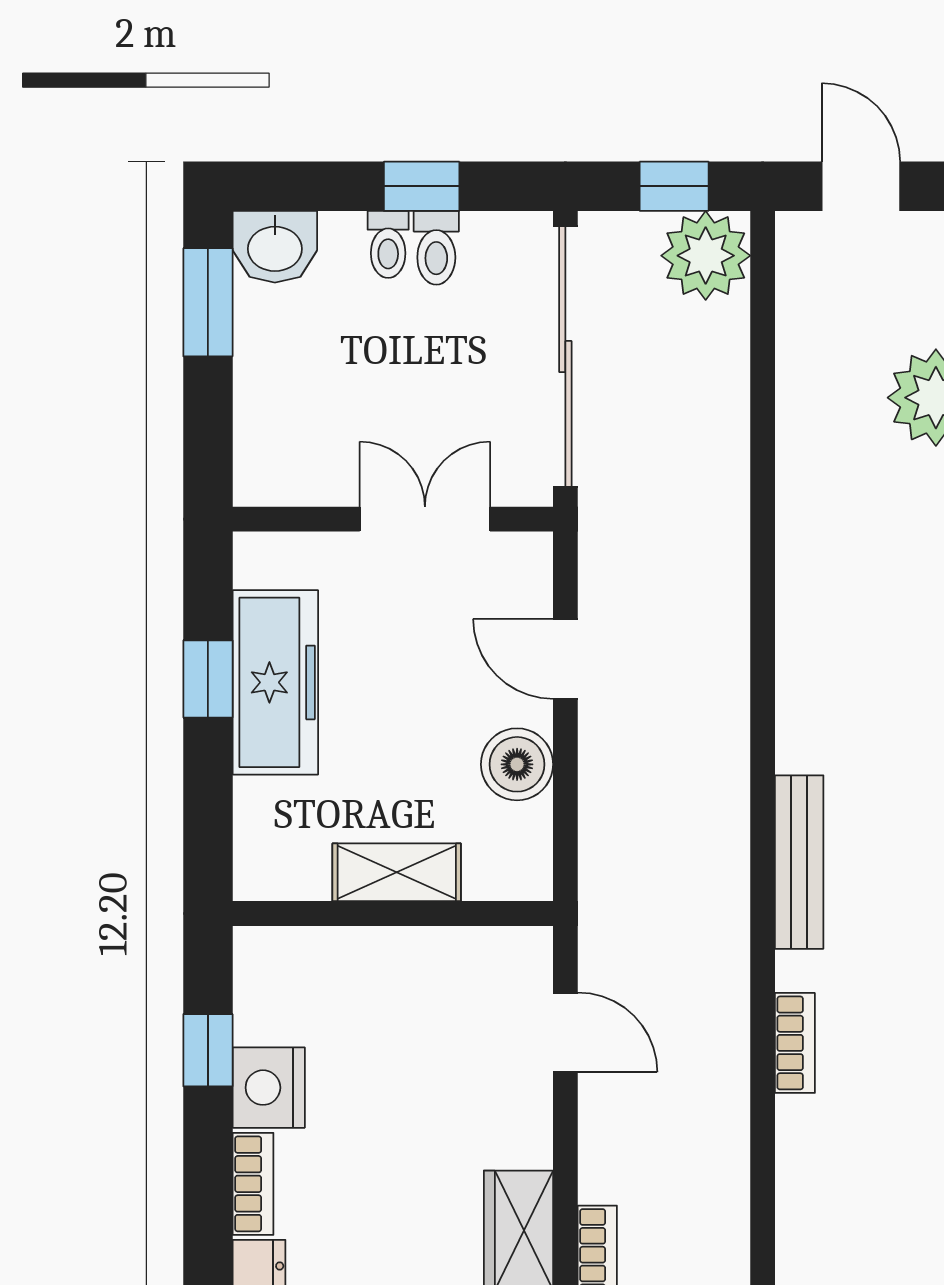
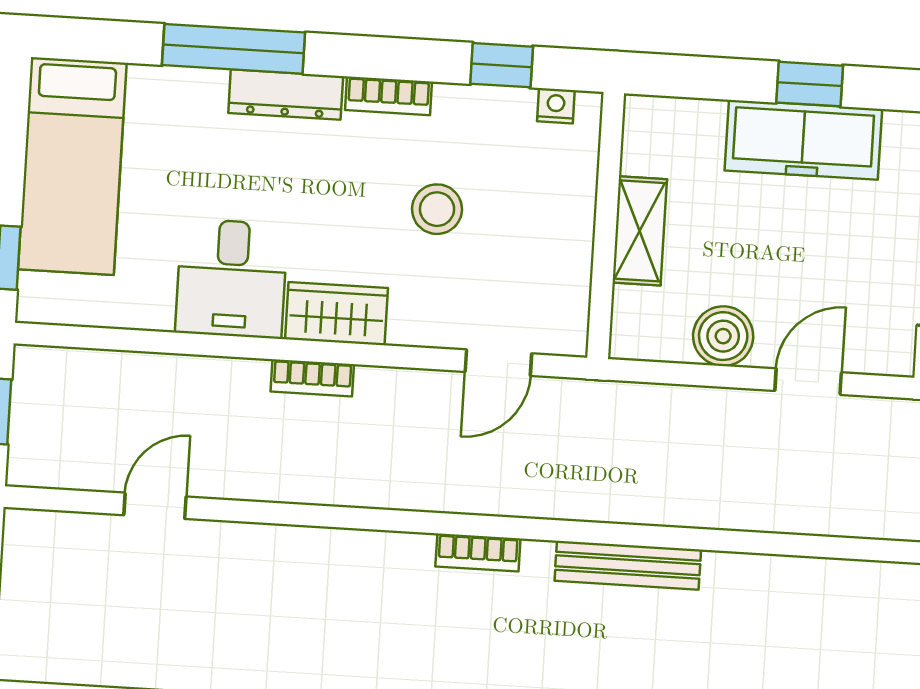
nightstand: (269, 1088) -> (556, 106), moved, width x0.53, depth x0.56
stool: (386, 1117) -> (437, 209), added

